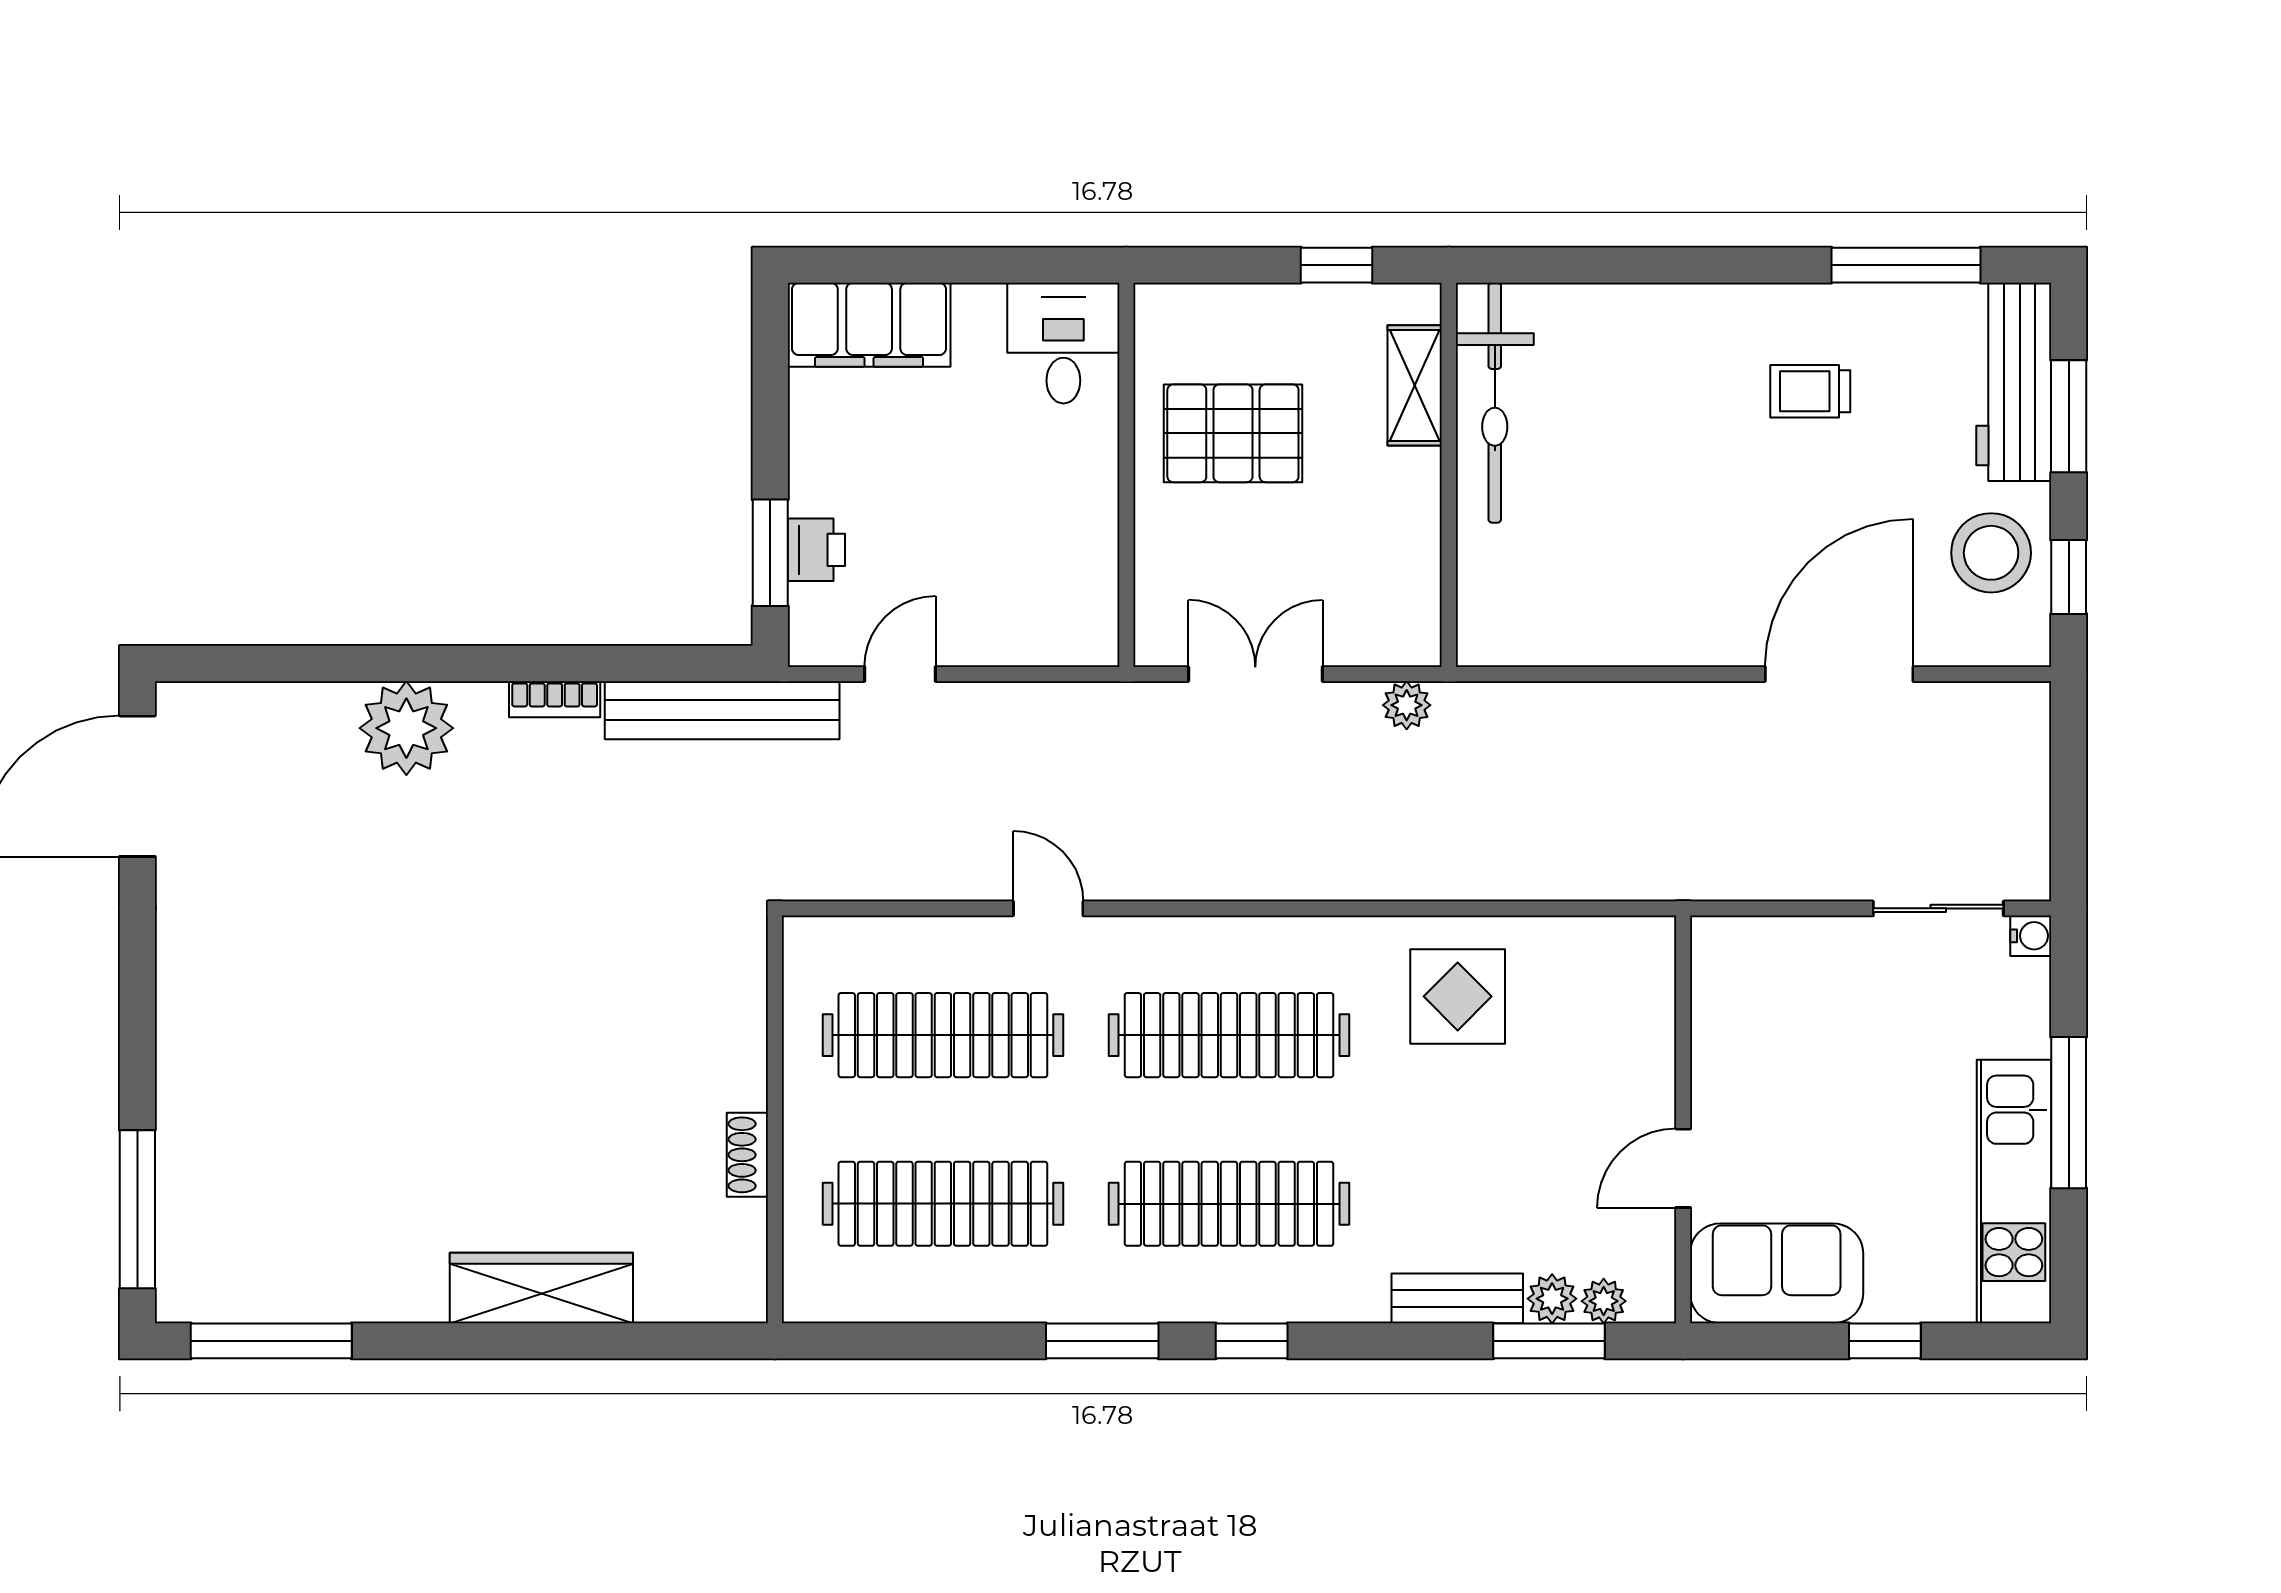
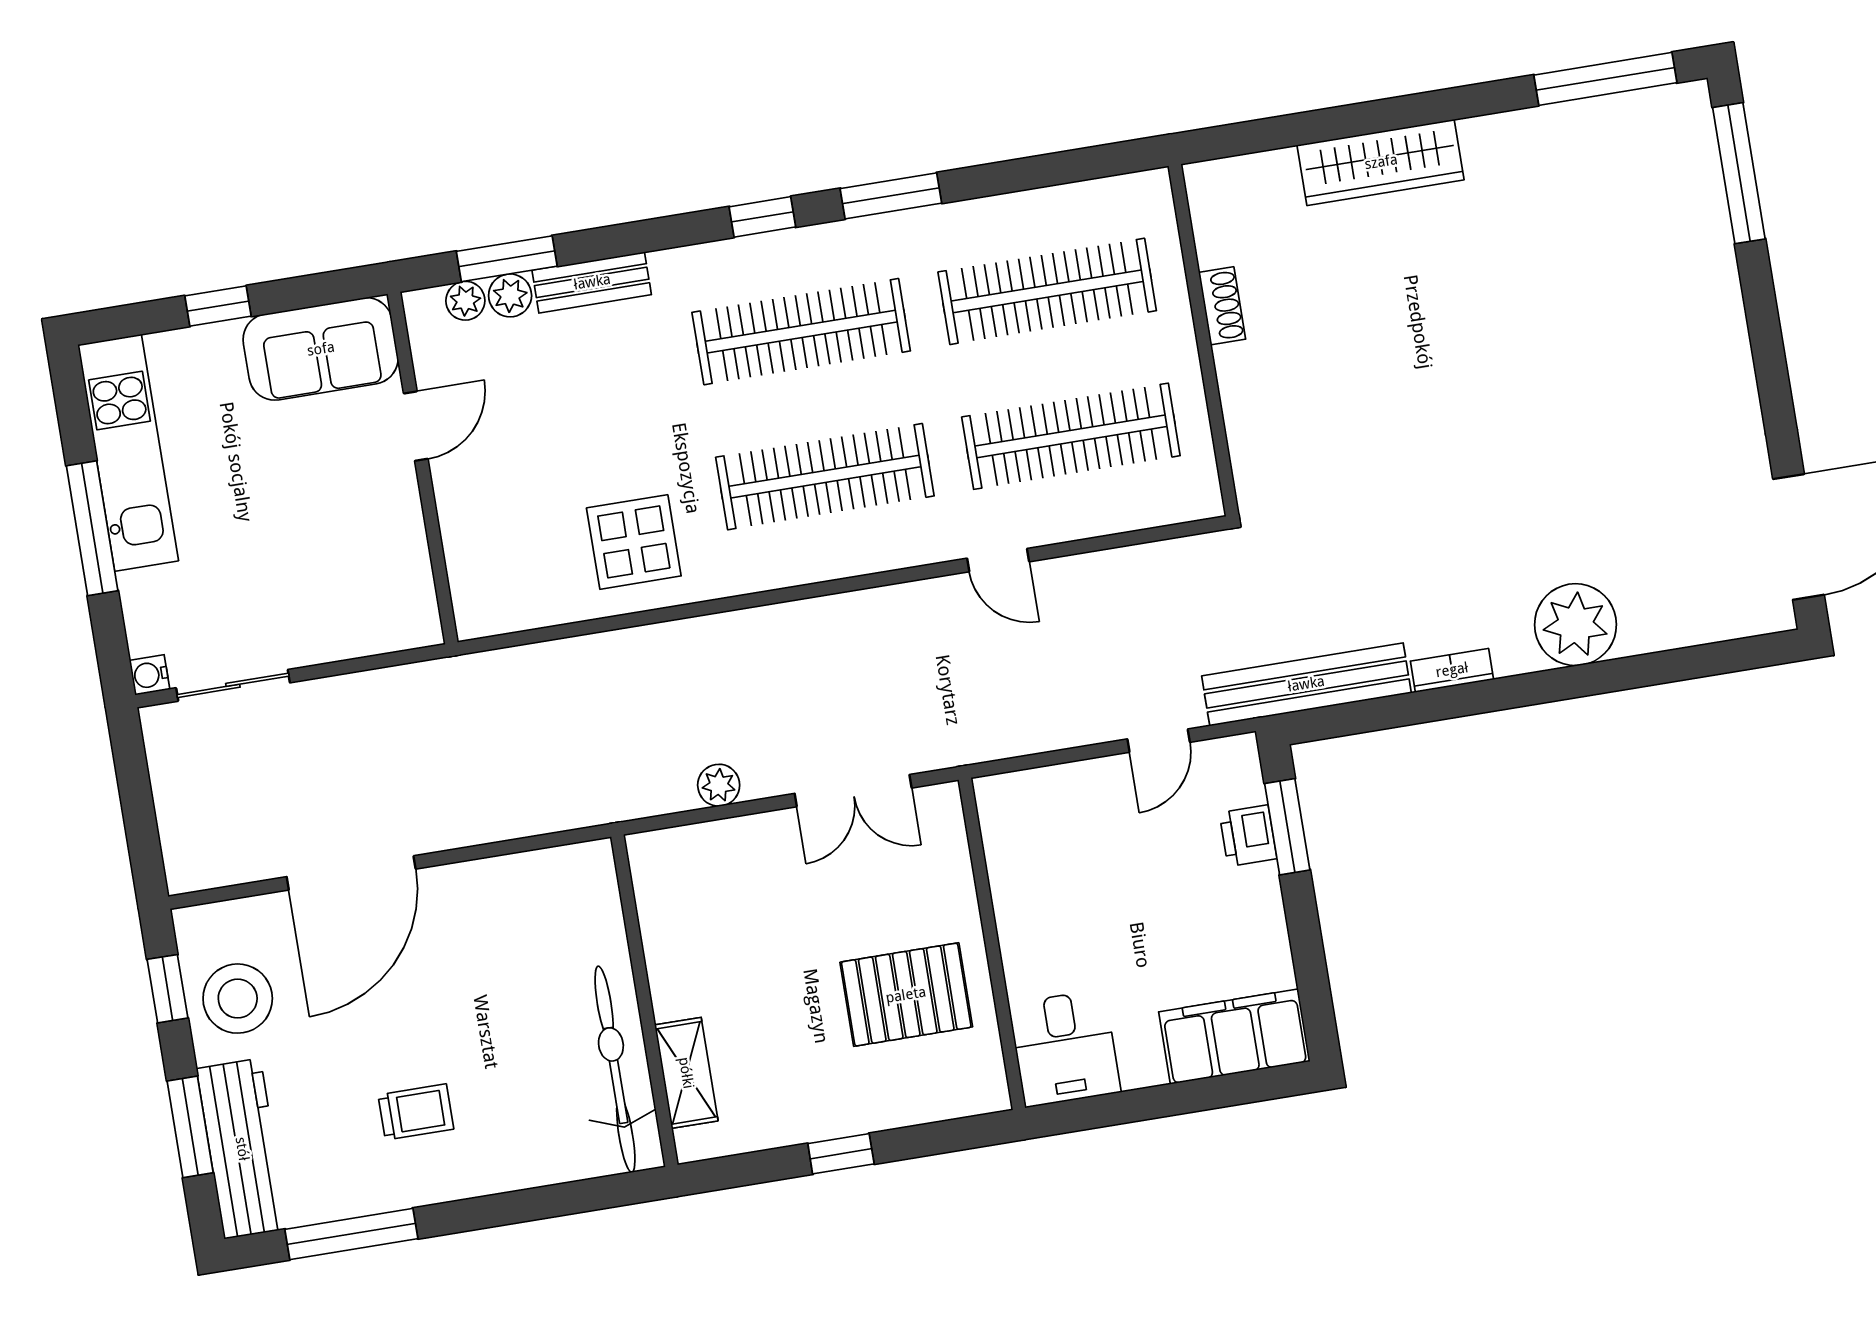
shelving: (1415, 385) -> (686, 1073), moved
bicycle: (1495, 403) -> (615, 1069), moved
wall: (1449, 475) -> (644, 1001), moved

